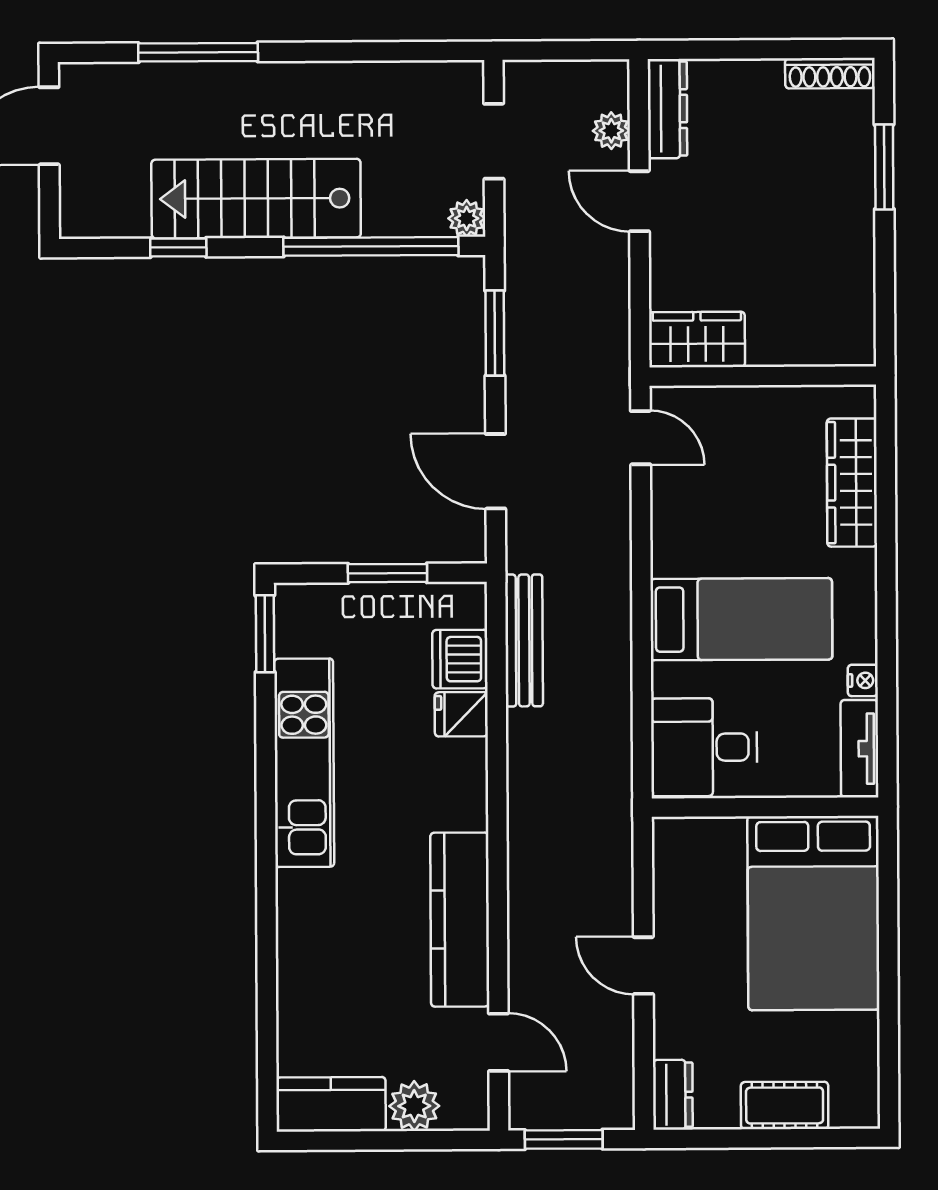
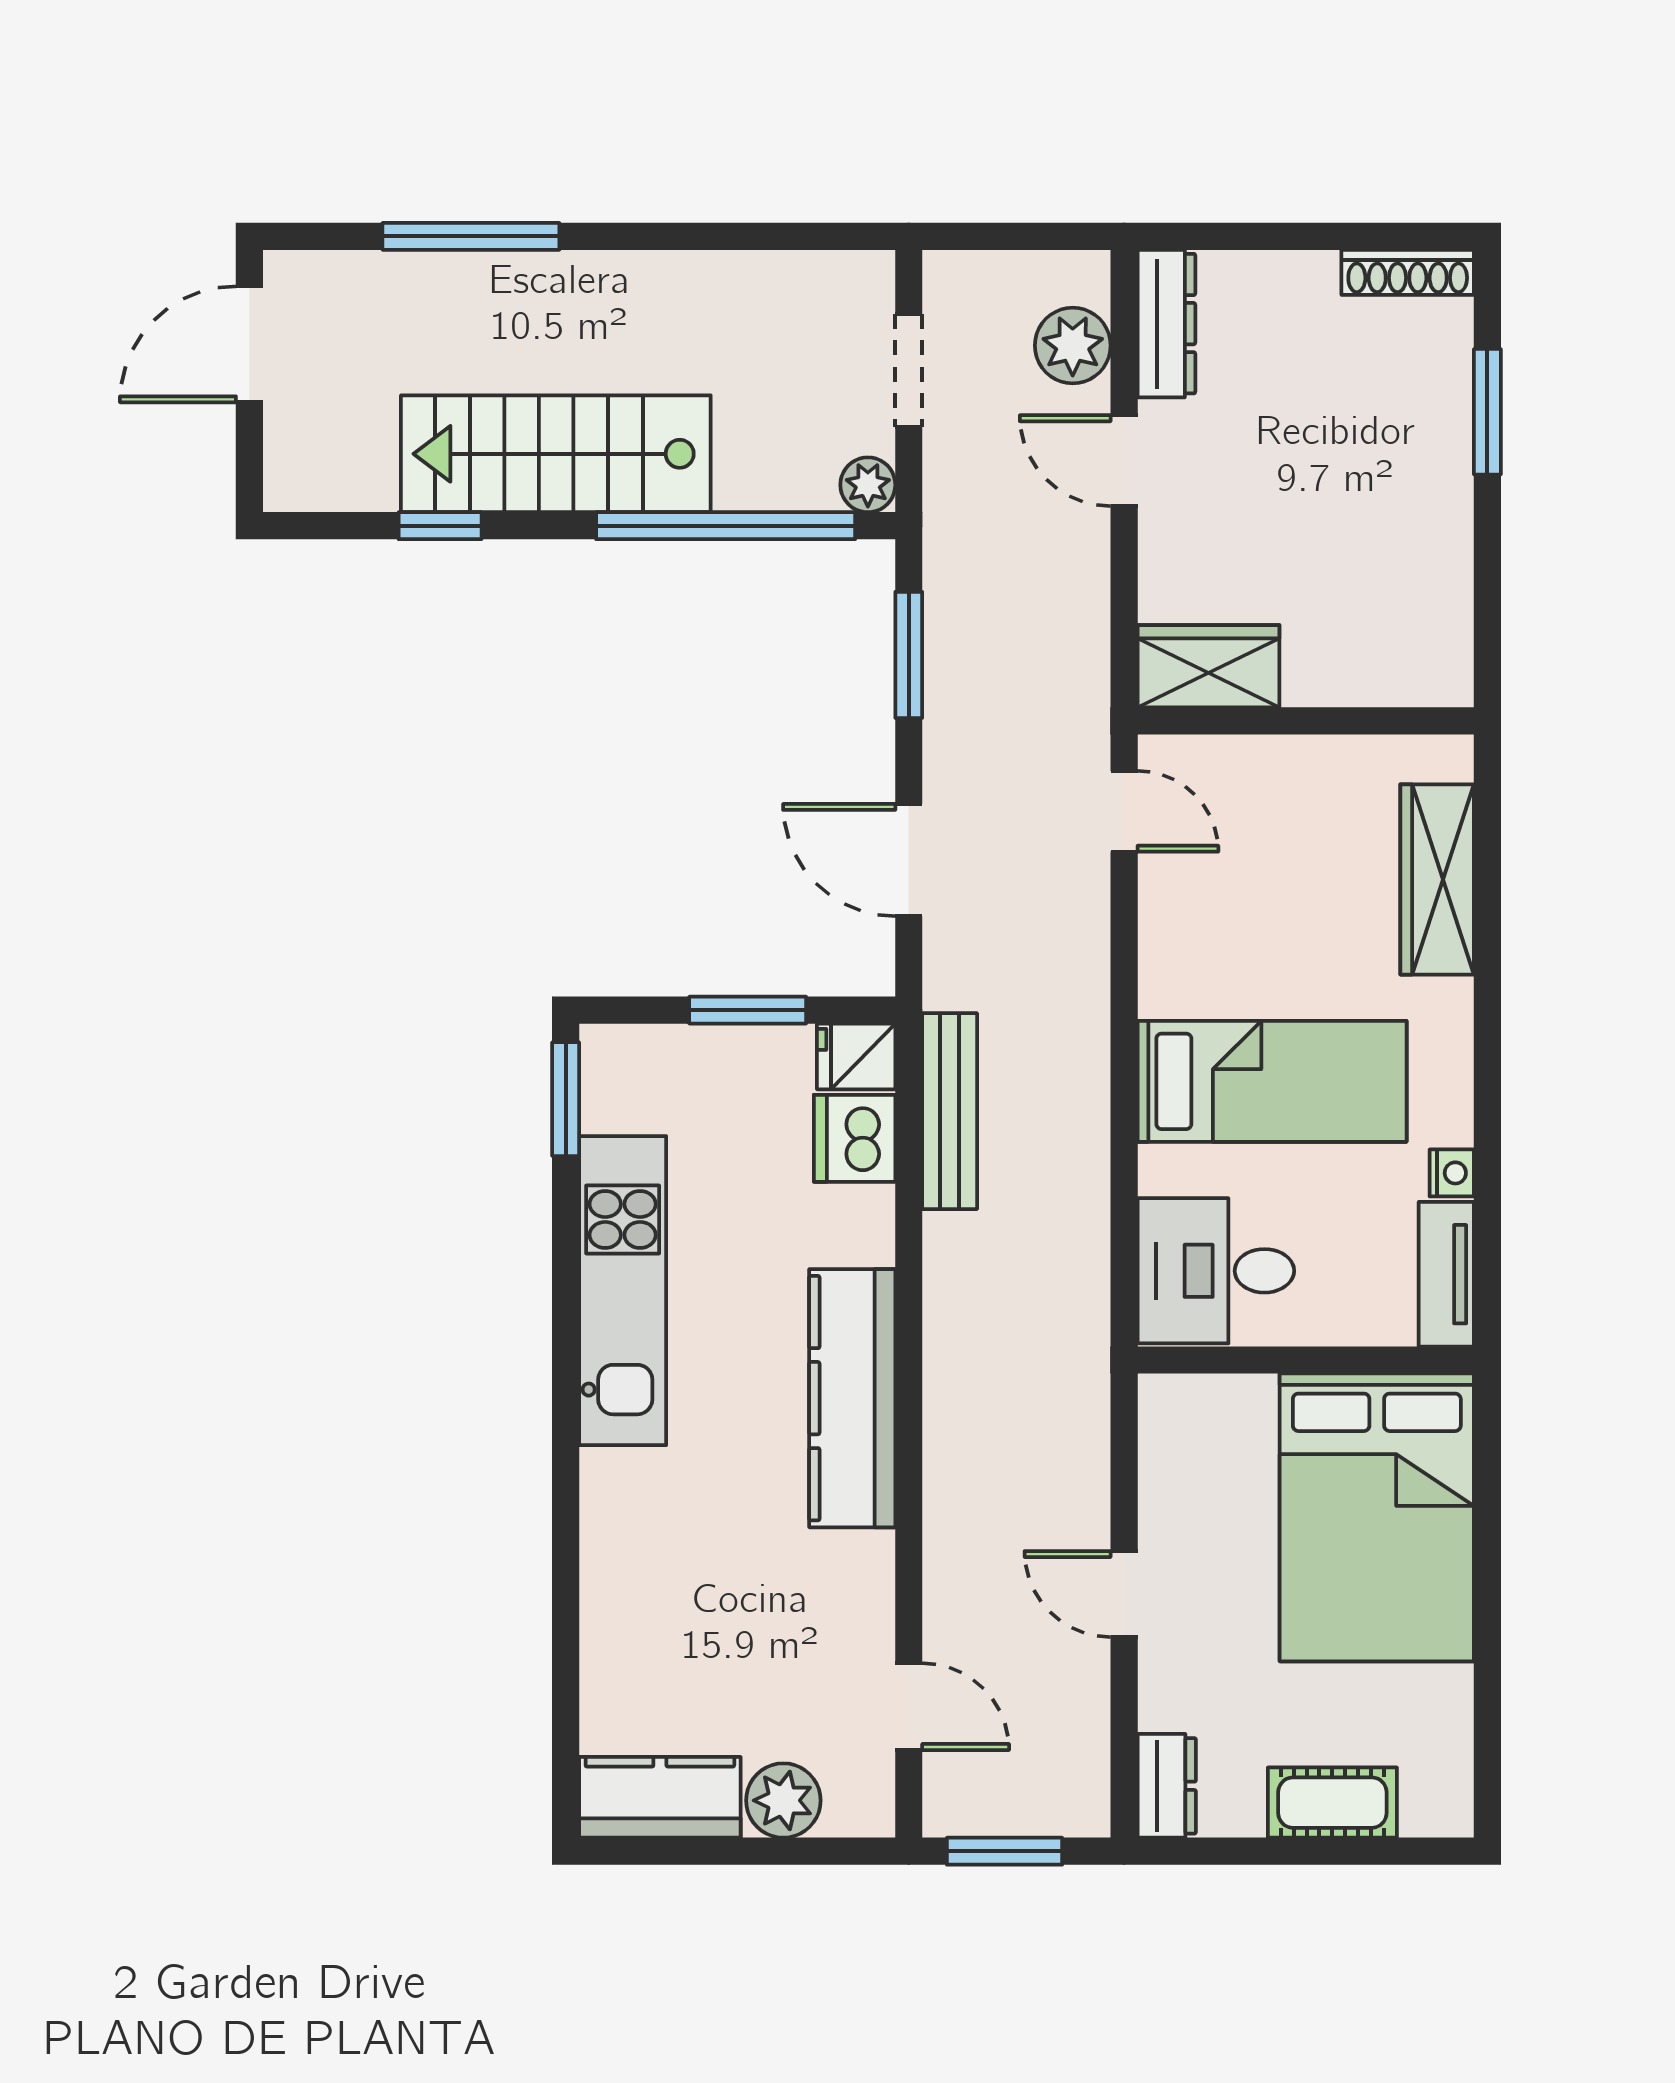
plant: (611, 131) -> (1073, 346), width x1.38, depth x1.38
fridge: (461, 714) -> (856, 1056), moved
kitchen counter: (460, 920) -> (852, 1398), moved

